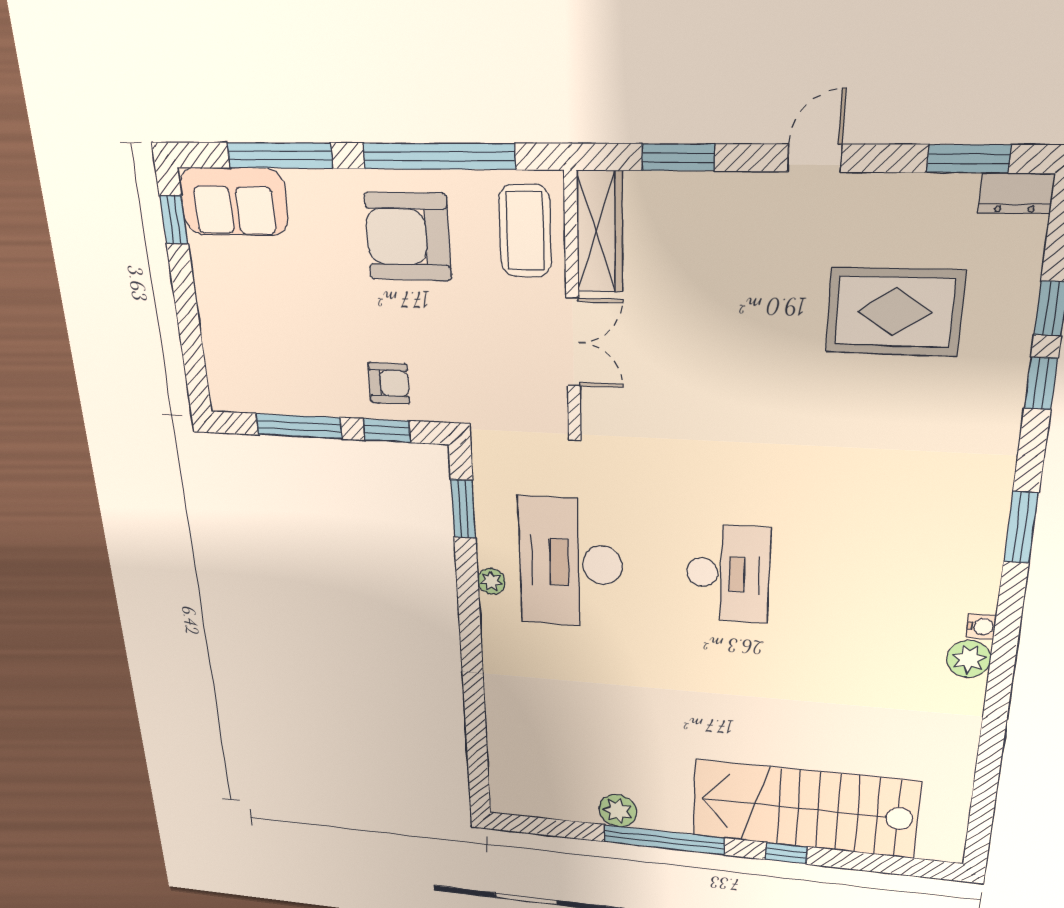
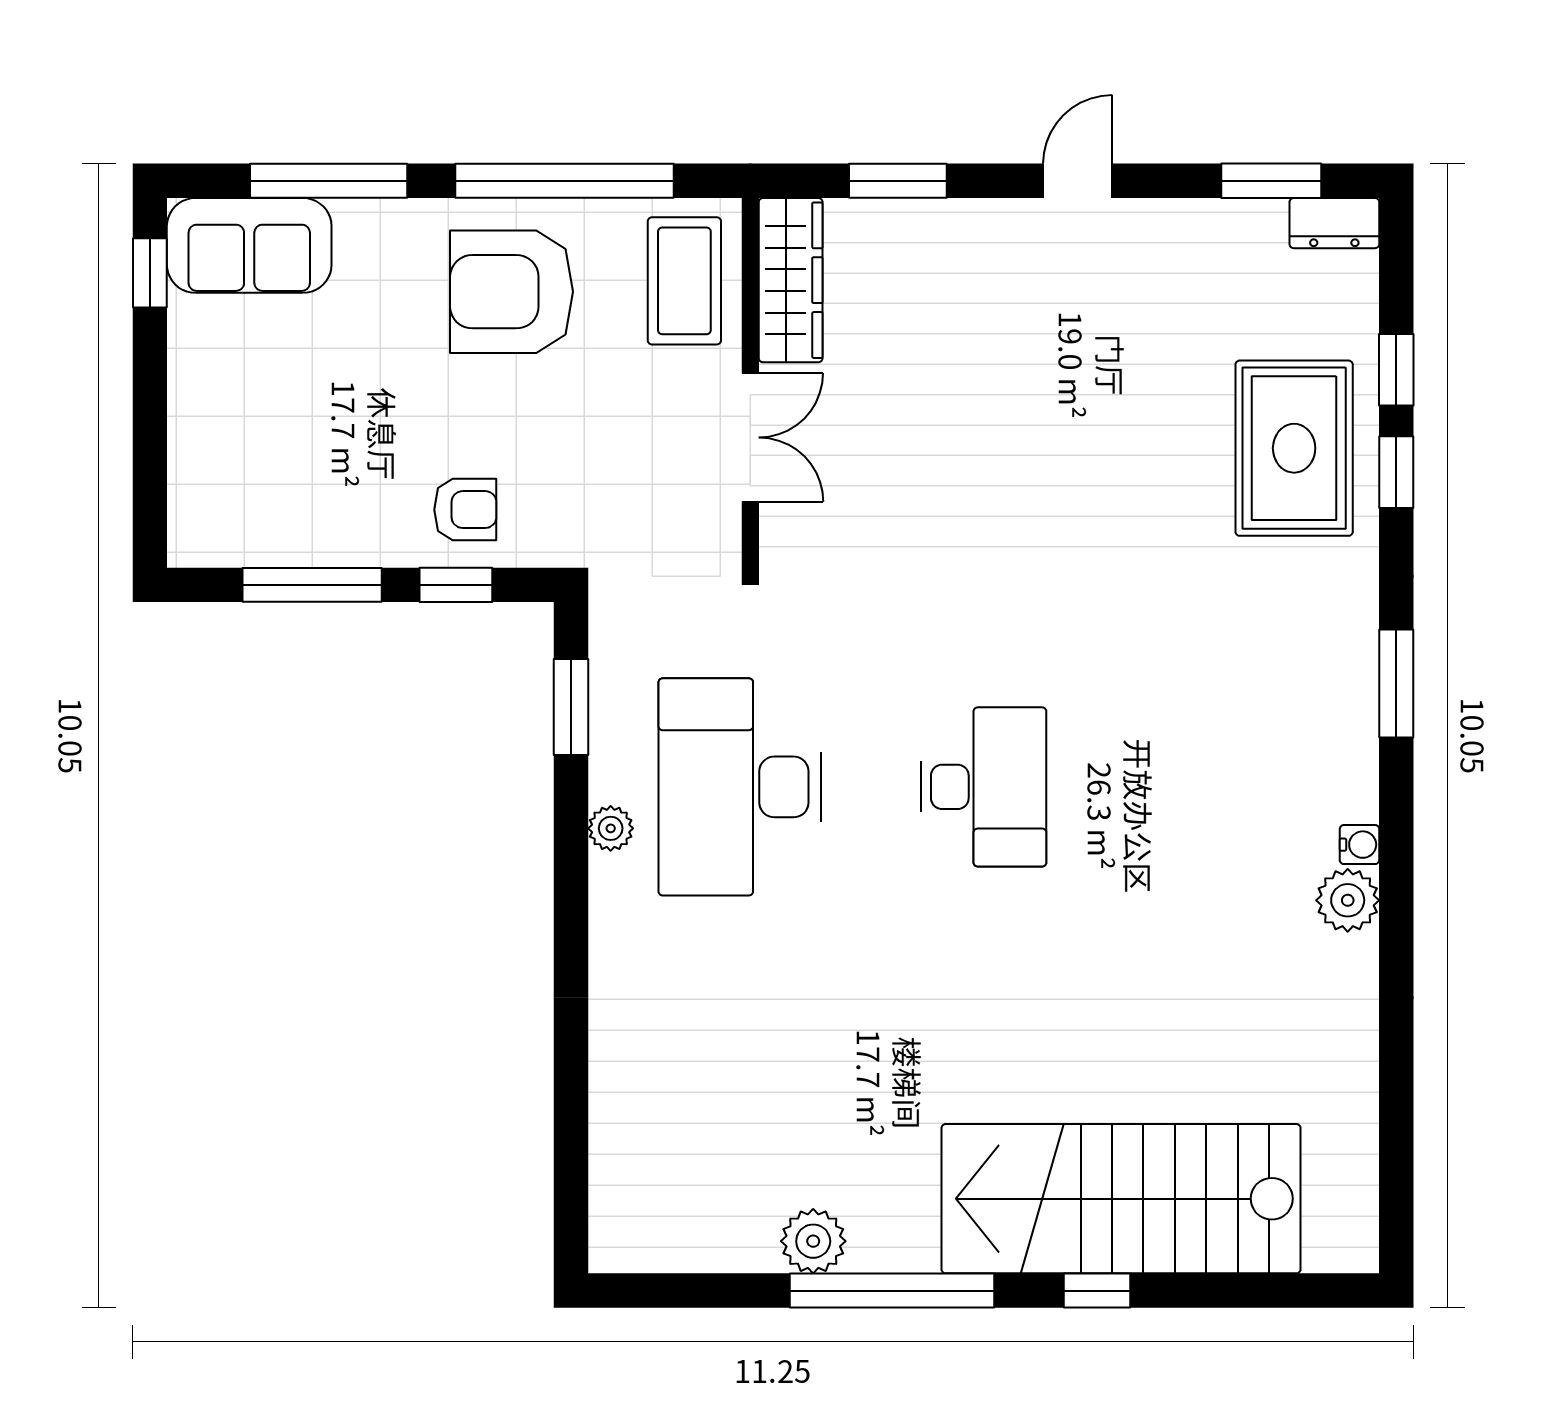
rug: (895, 312) -> (1294, 448), moved, turned 90

